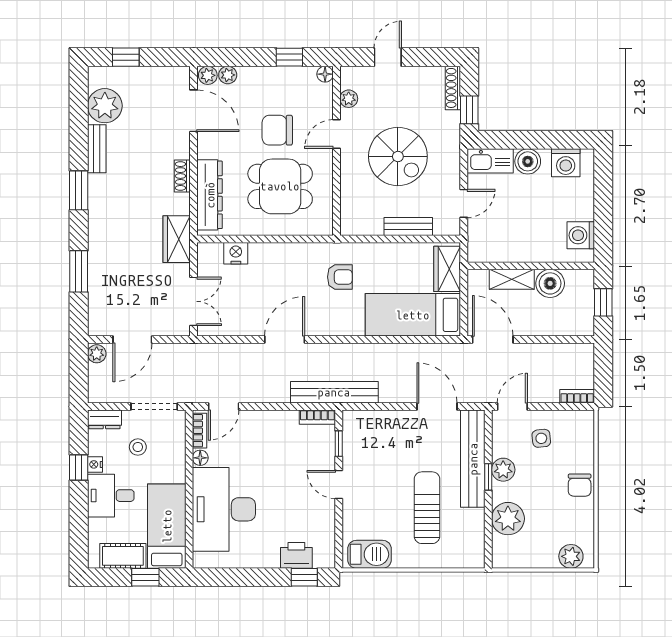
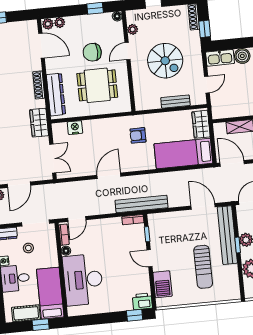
shoe rack: (182, 176) -> (39, 85), width x1.43
armchair: (340, 277) -> (138, 135), turned 180
sun lounger: (427, 508) -> (203, 267), turned 180
barbecue: (369, 554) -> (163, 284), moved, turned 90
printer: (296, 555) -> (142, 301), moved

